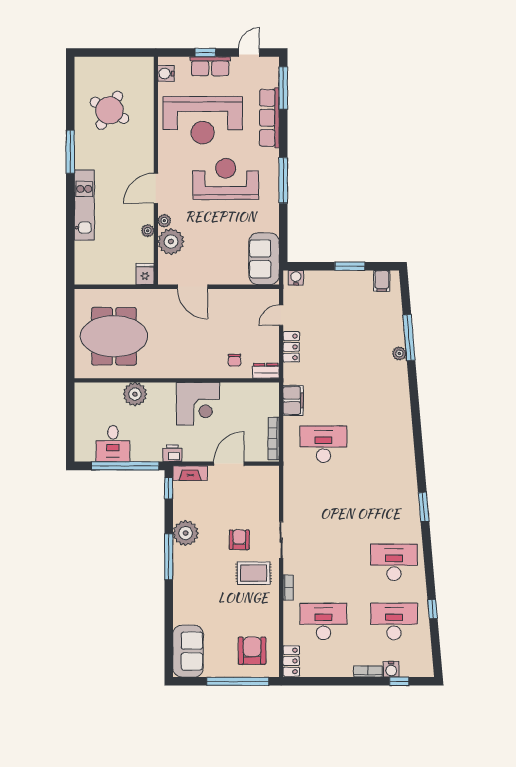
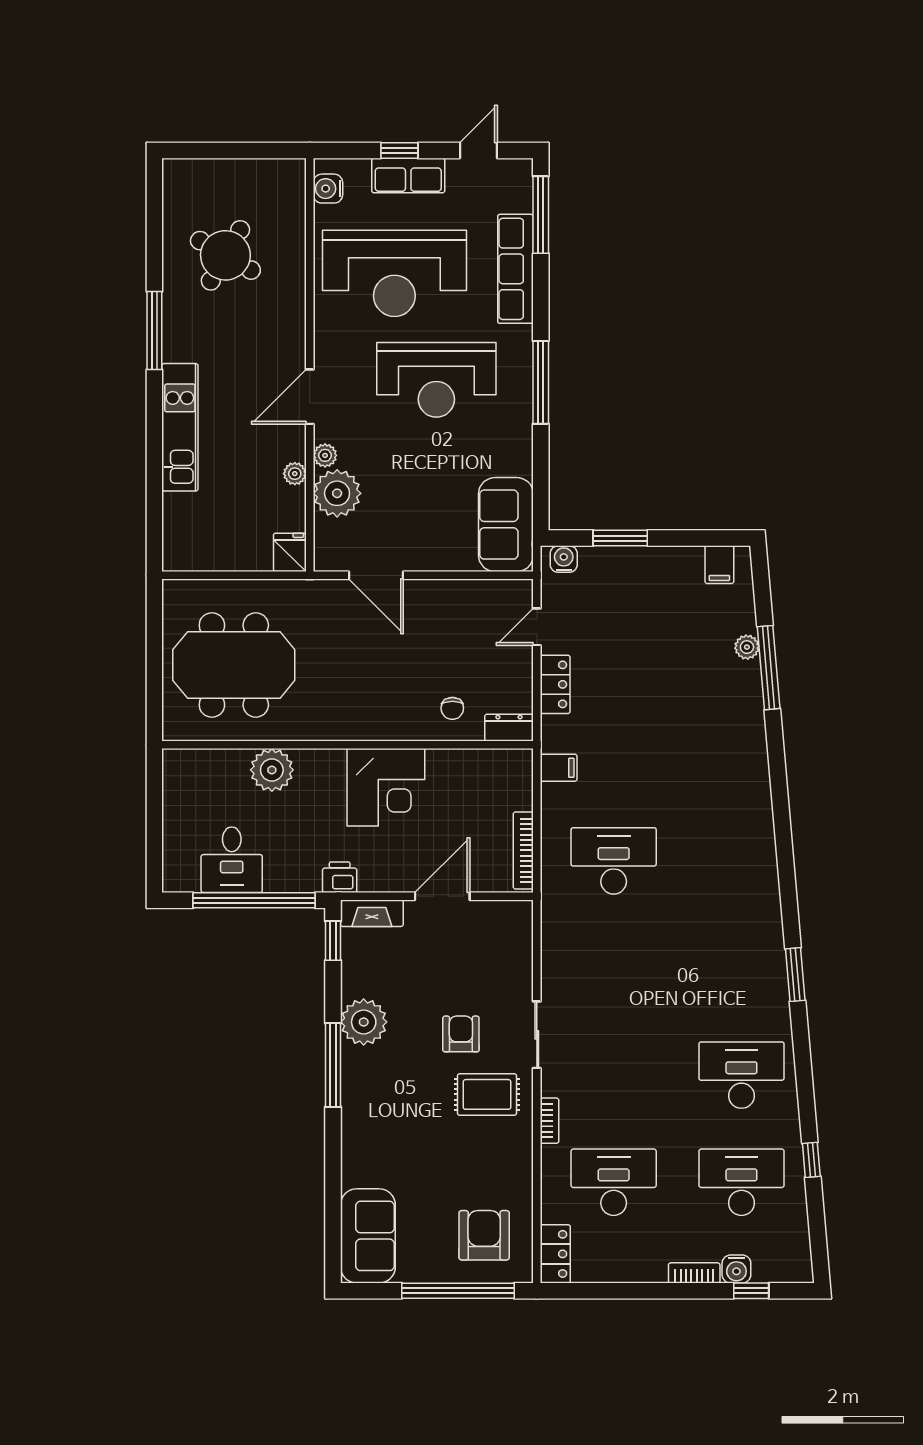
reception desk: (226, 179) -> (436, 380), turned 180
window: (350, 266) -> (620, 538), moved
plant: (399, 353) -> (747, 647), moved
filing cabinet: (293, 400) -> (559, 768), width x0.50

